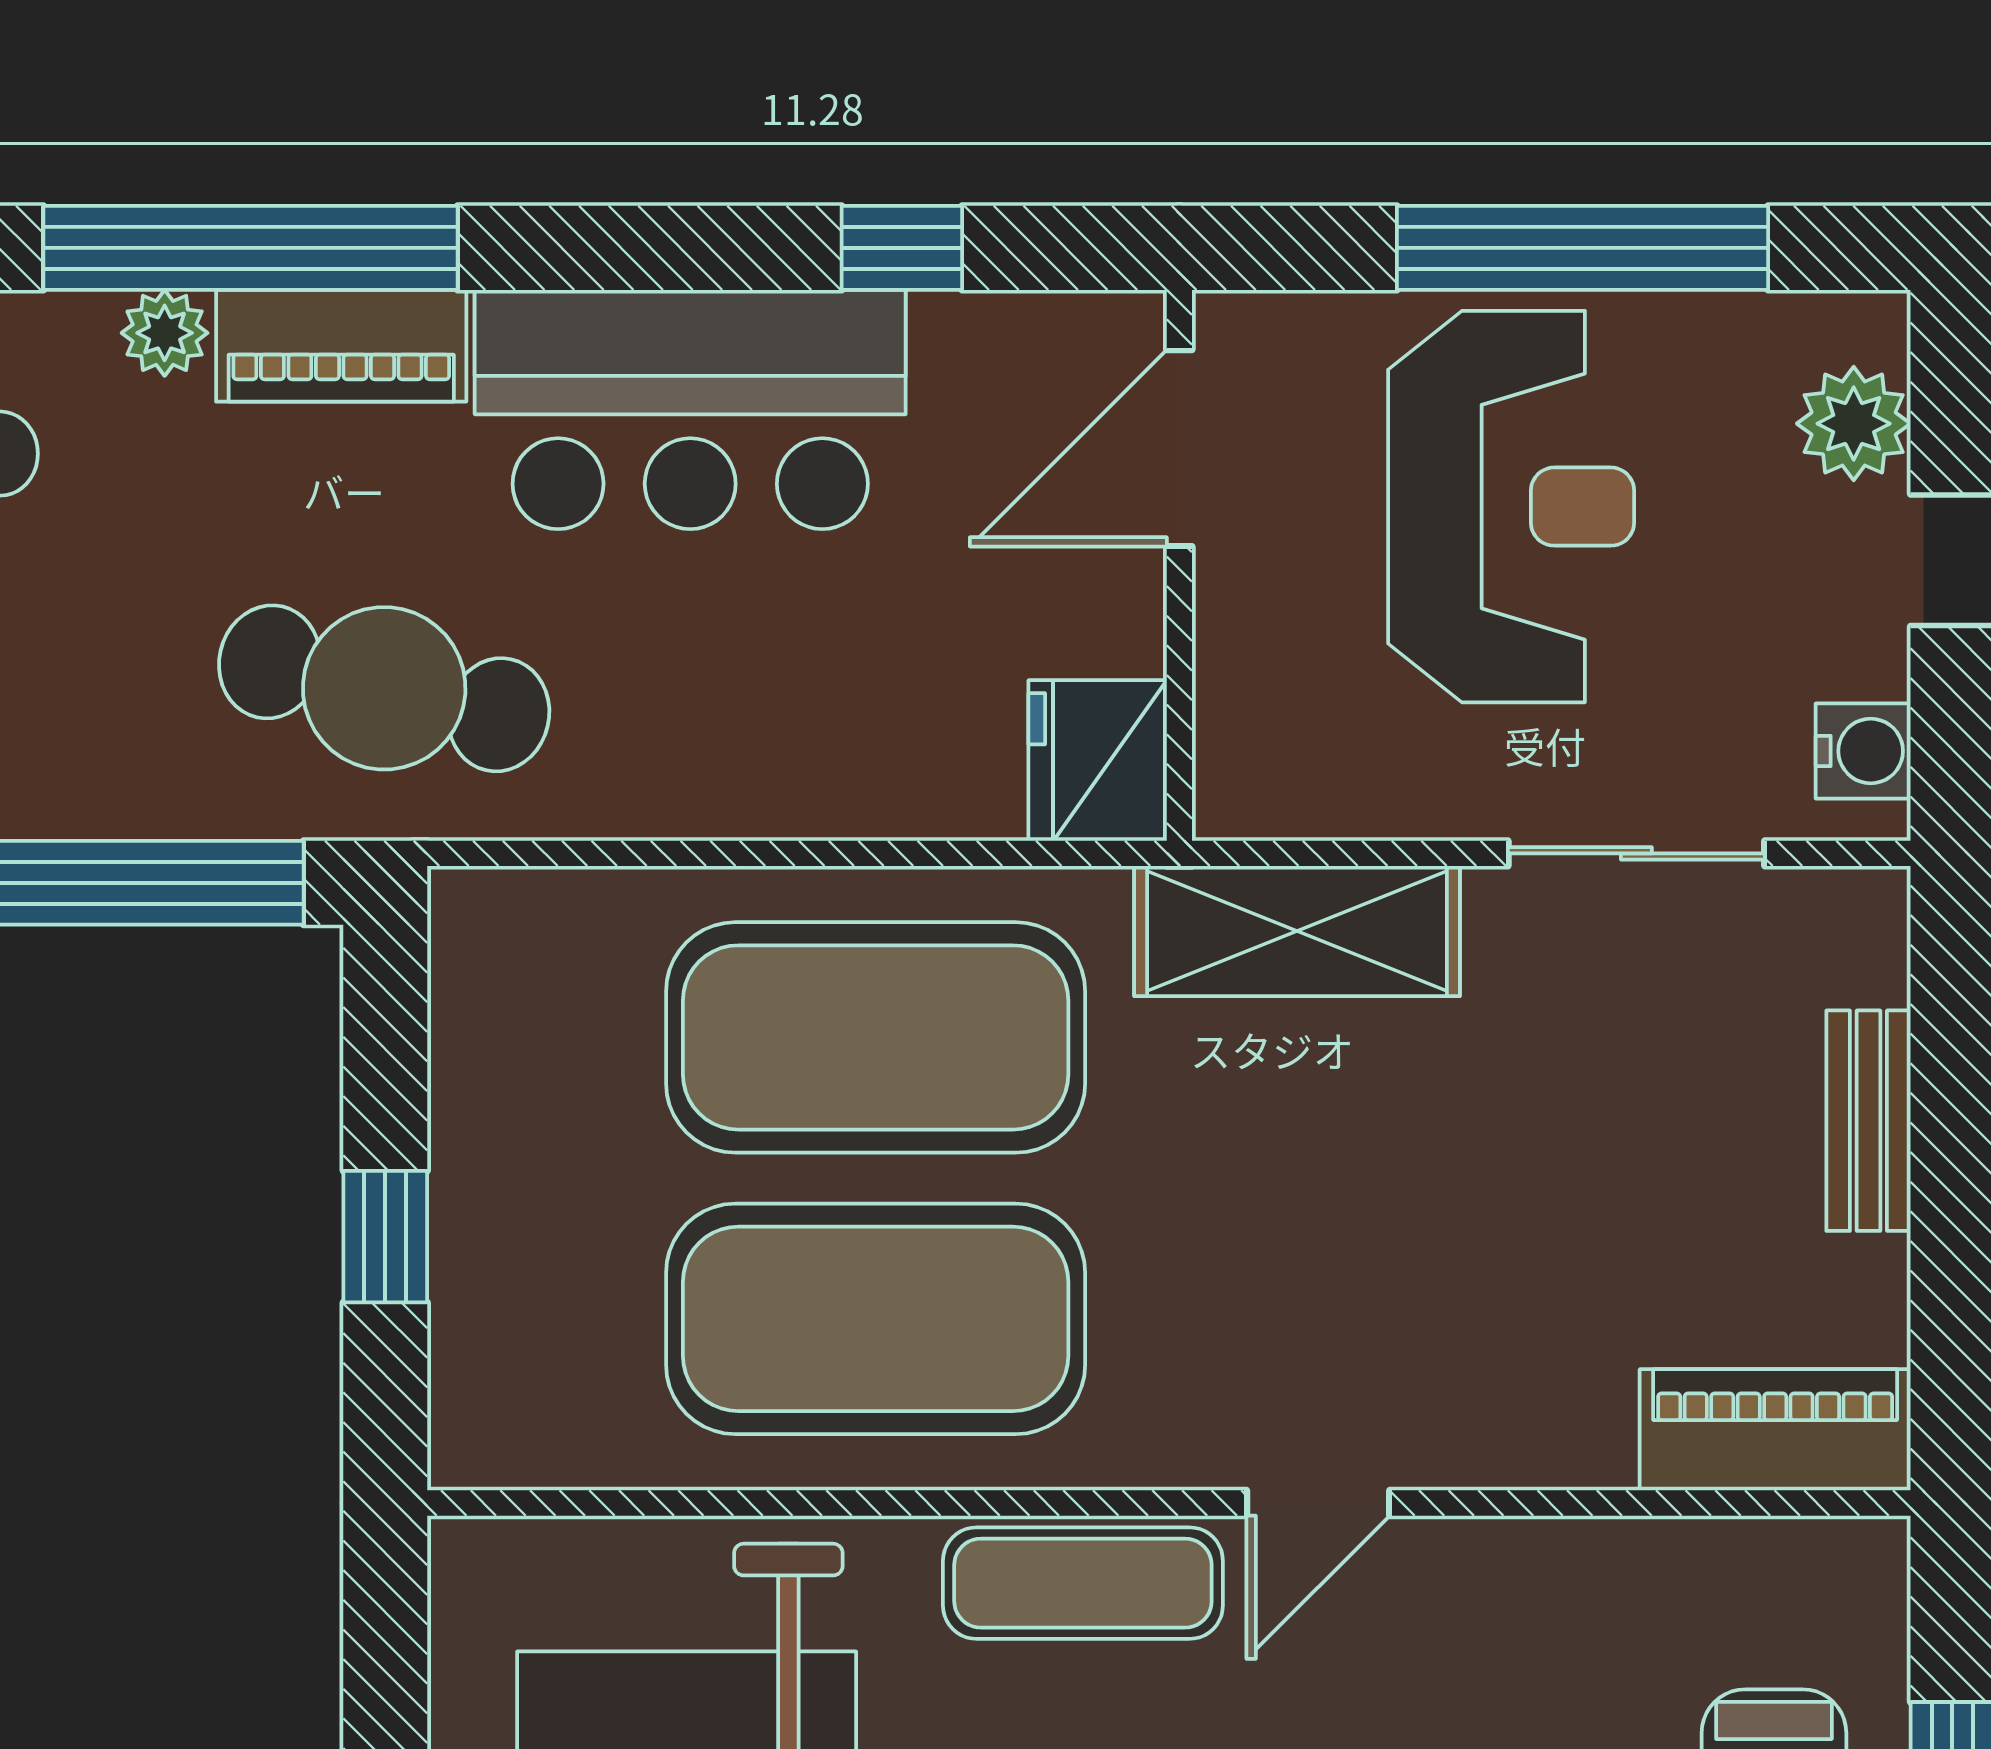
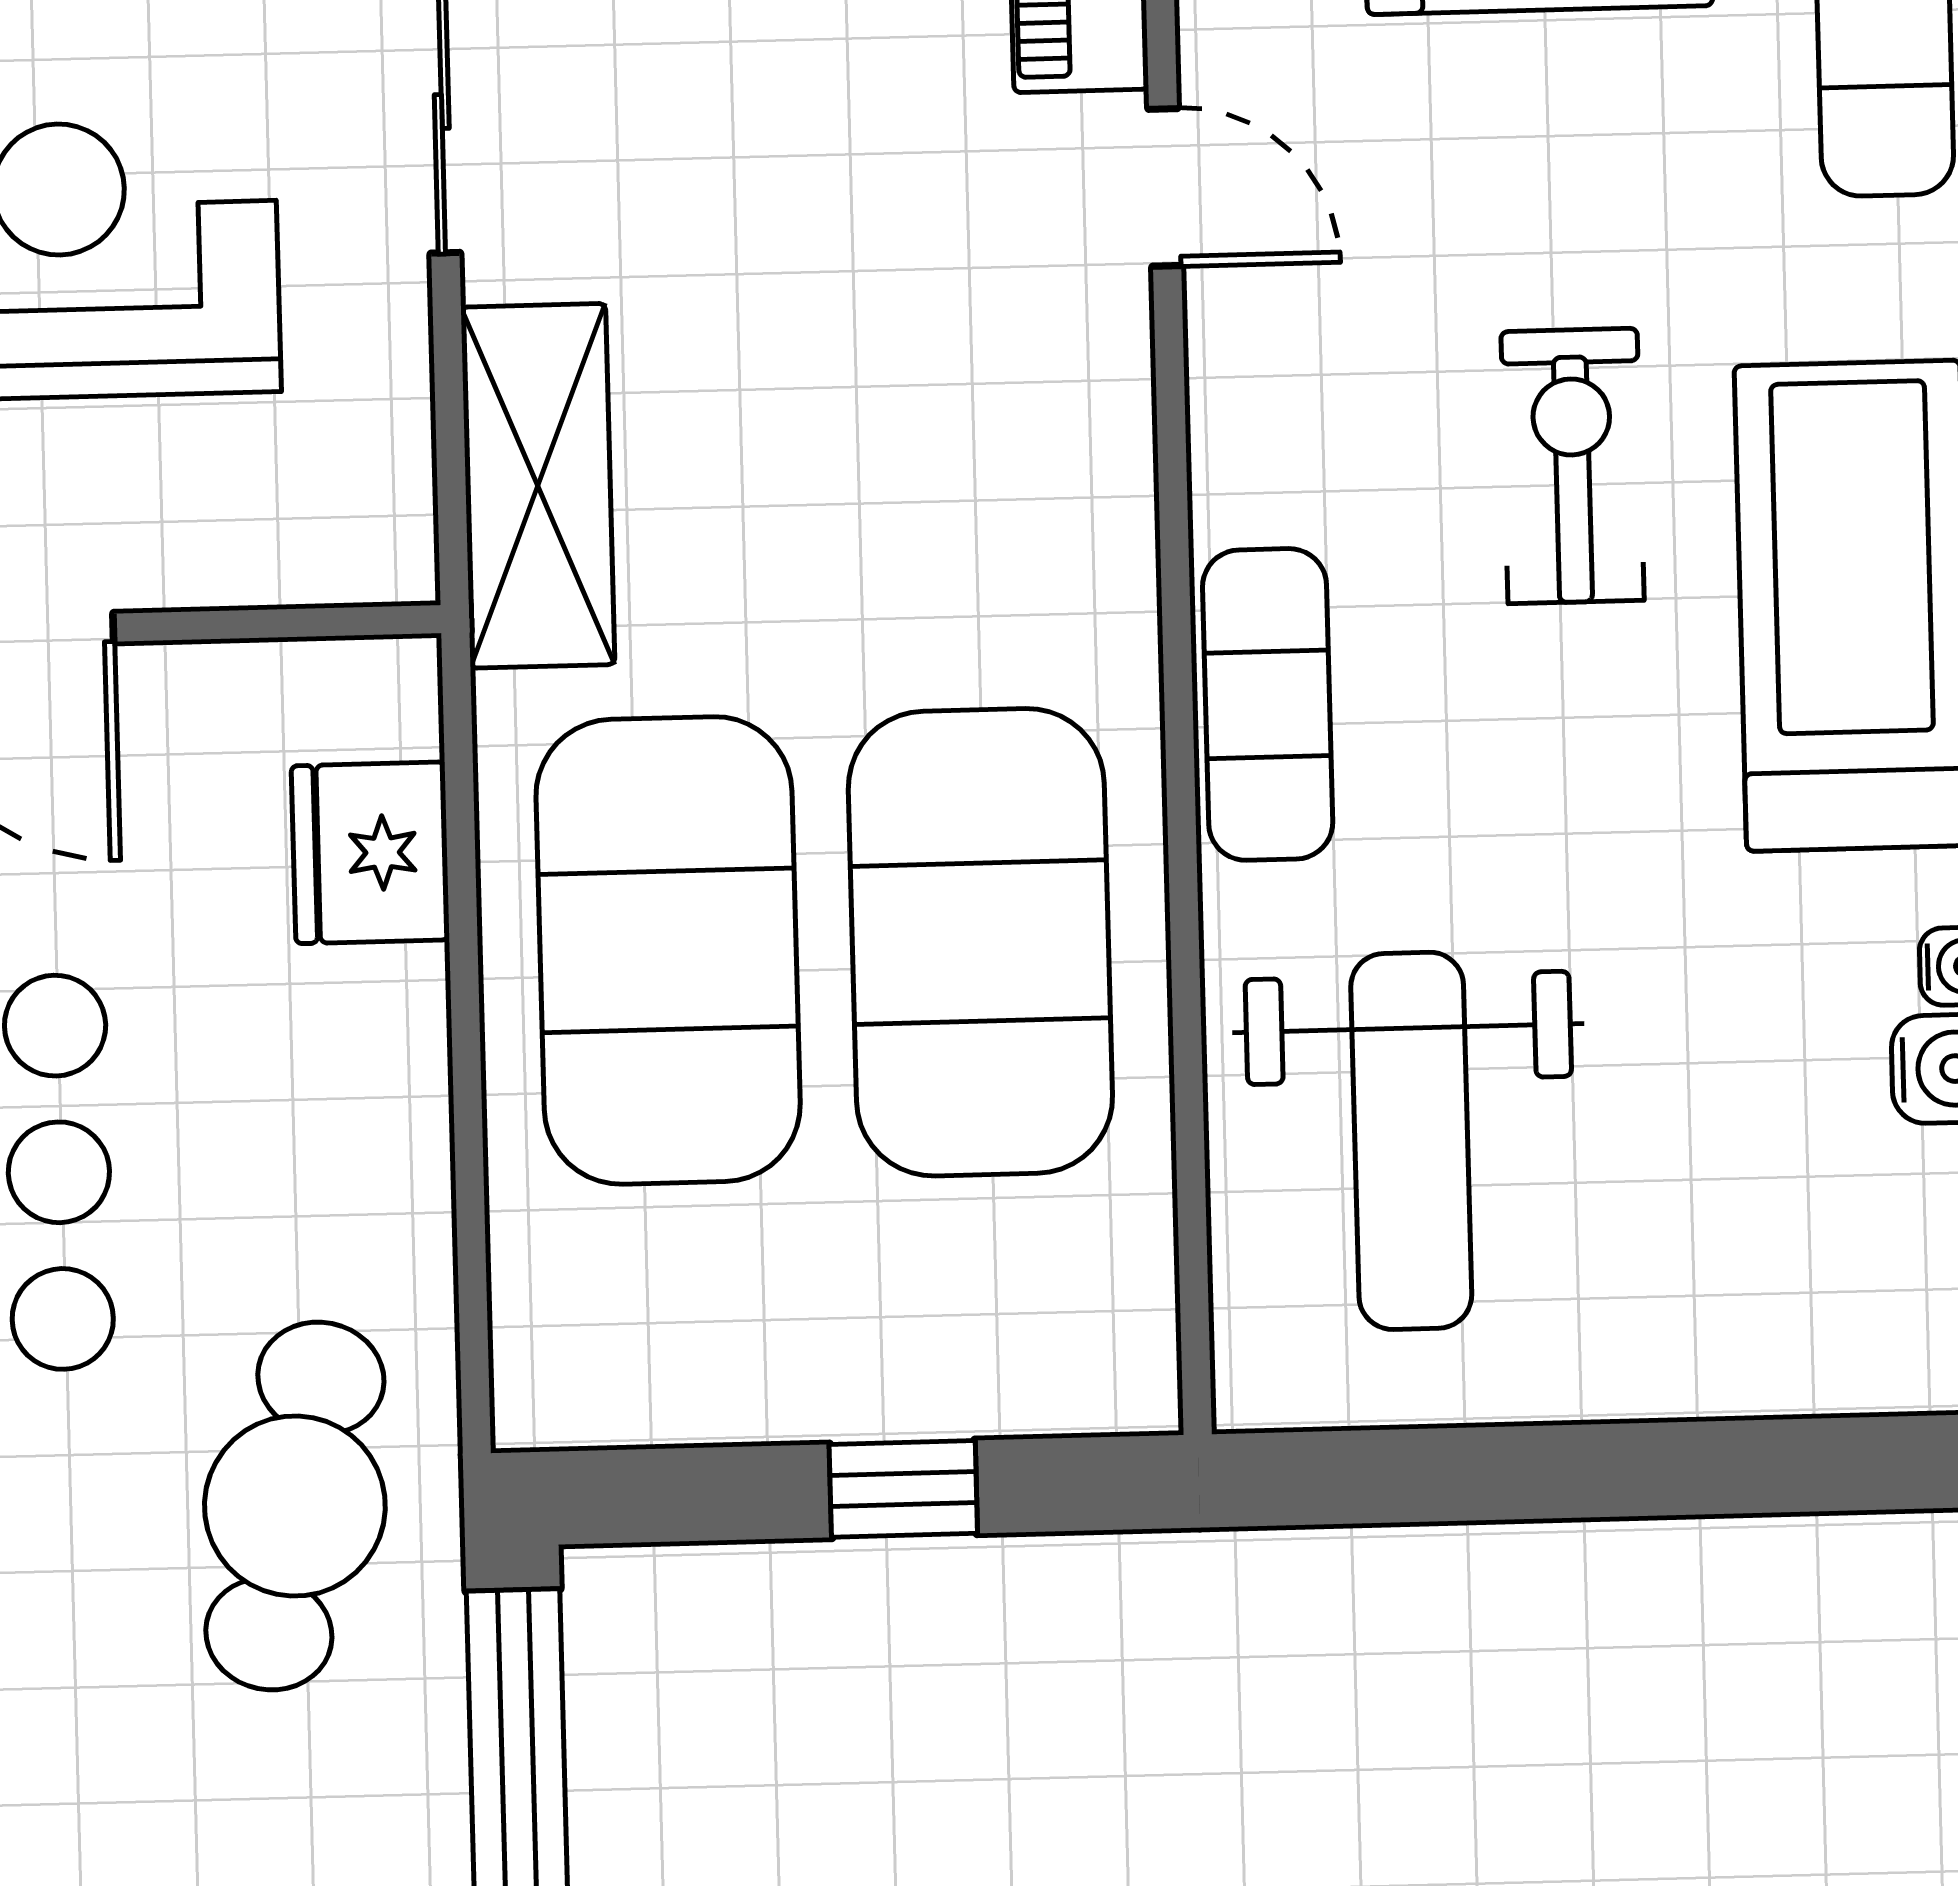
fridge: (1098, 761) -> (370, 853), moved, turned 90
door: (1318, 1503) -> (1165, 187), moved

